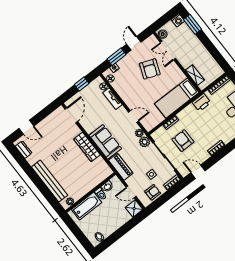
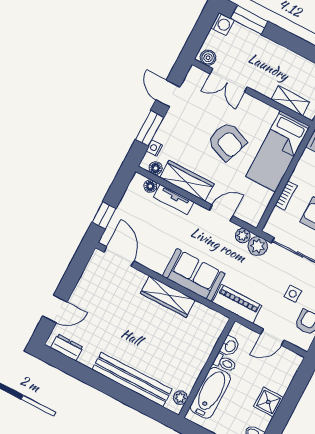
armchair: (150, 69) -> (227, 141), moved
window: (82, 84) -> (104, 215), moved
wardrobe: (123, 92) -> (187, 181), added
shower: (134, 208) -> (268, 402), moved

